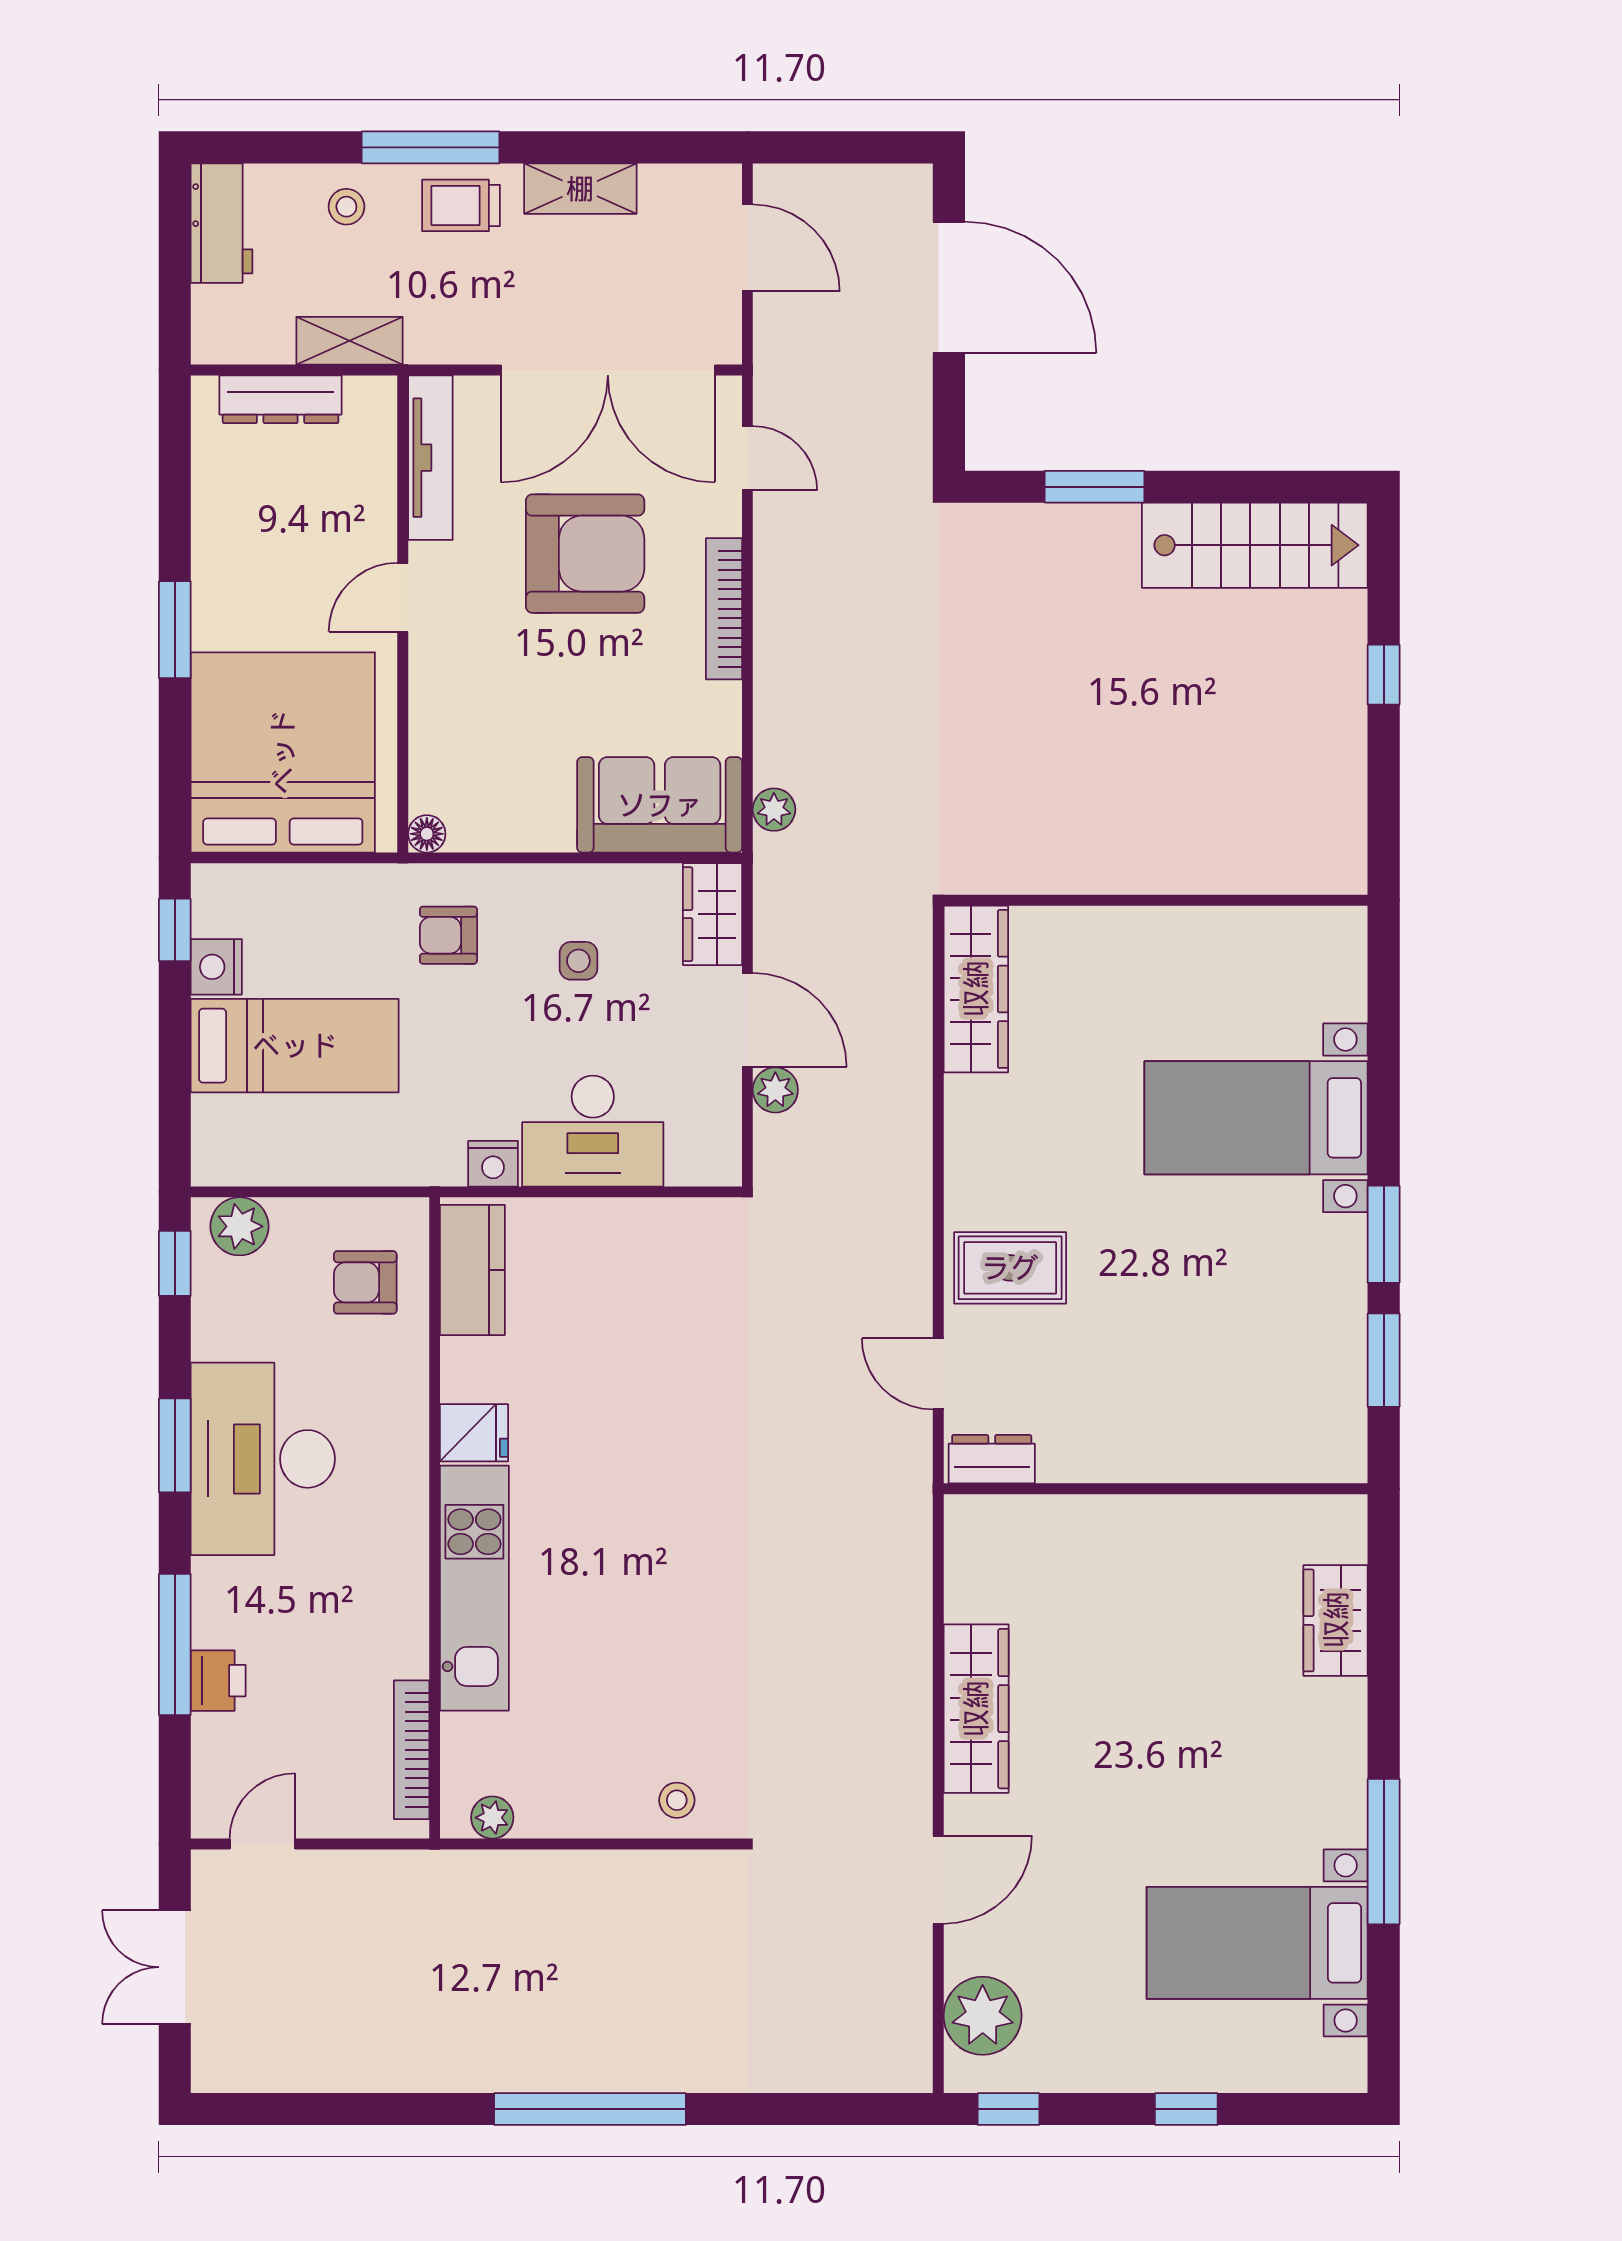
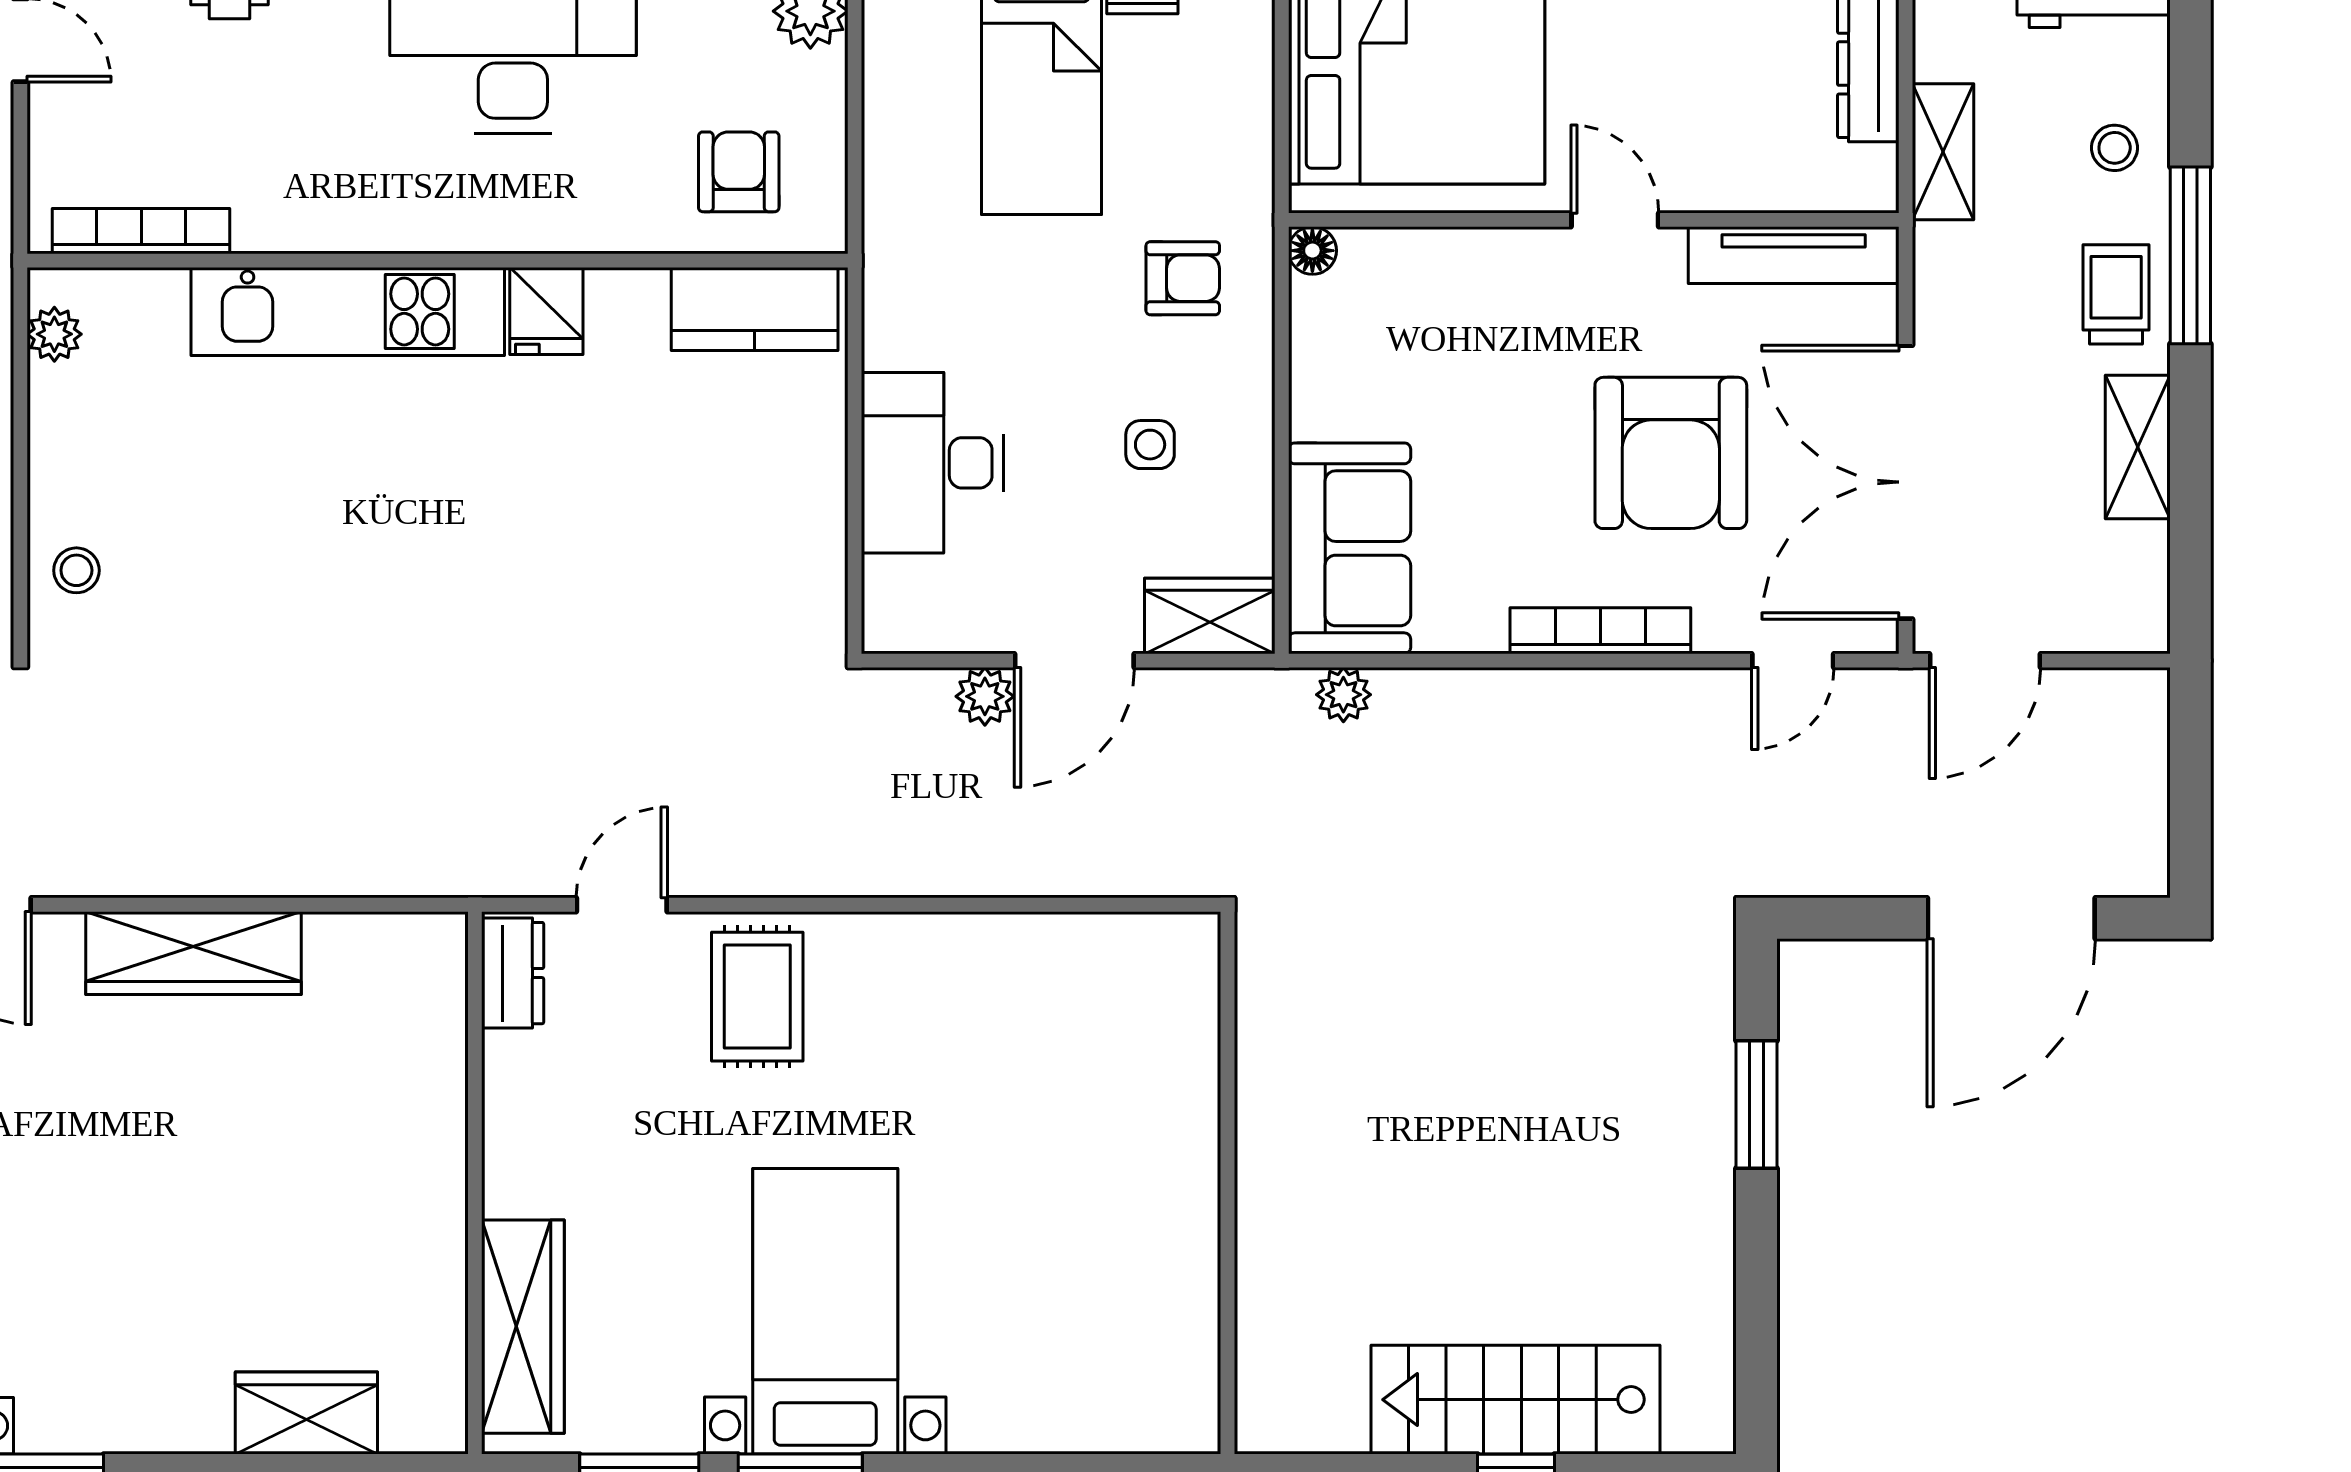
door: (747, 248) -> (1985, 661), moved
stairs: (1255, 545) -> (1516, 1400), moved, turned 90
armchair: (448, 935) -> (1183, 278), turned 90
wardrobe: (976, 989) -> (523, 1327), moved, turned -90
bed with nightstands: (1256, 1118) -> (825, 1311), moved
nightstand: (493, 1164) -> (891, 335), removed

